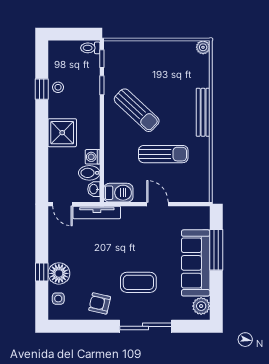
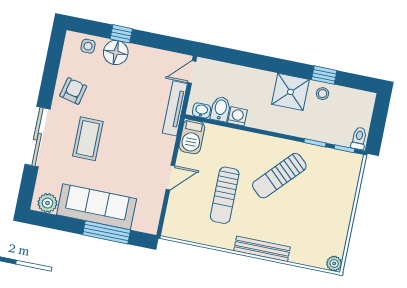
shower: (62, 133) -> (290, 92), moved

